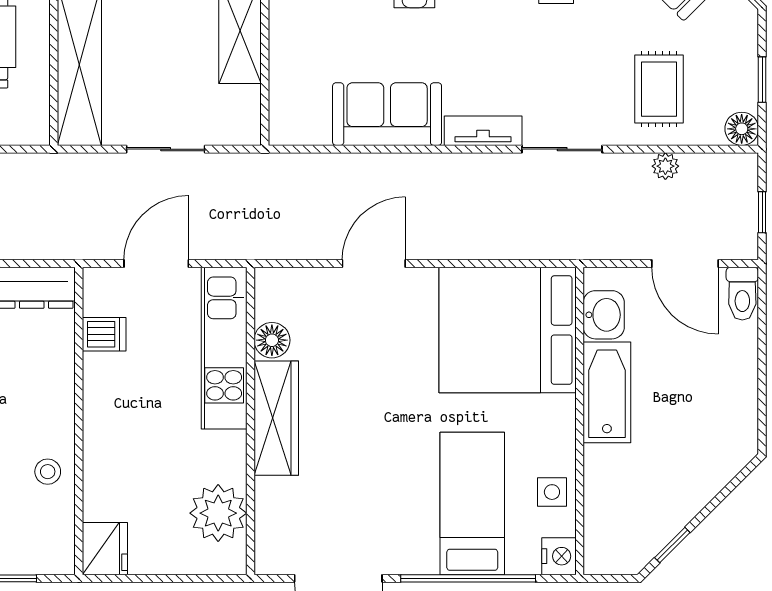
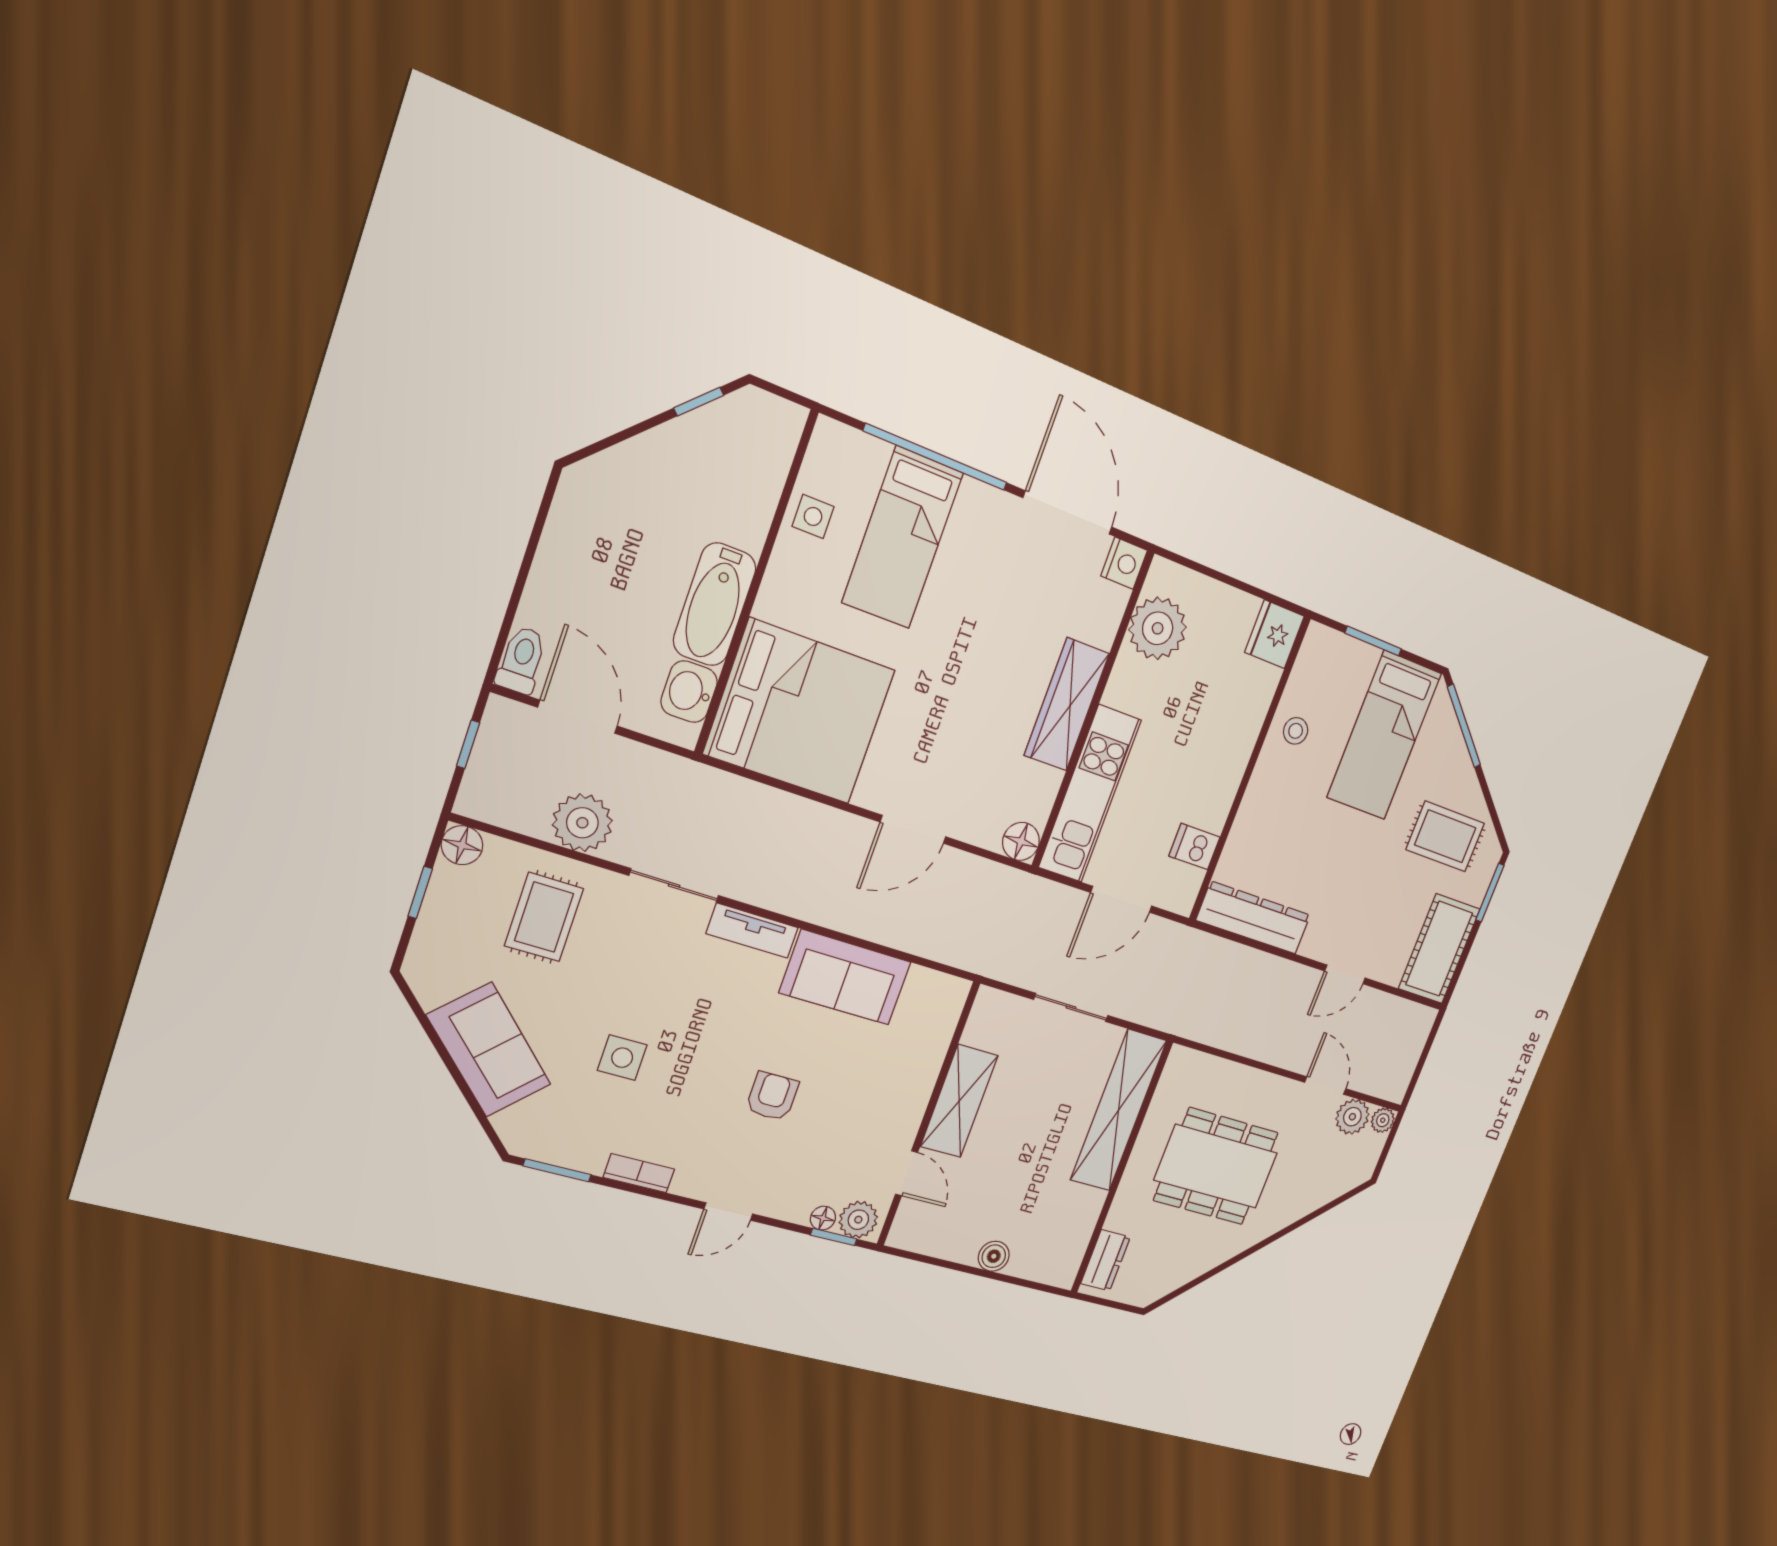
plant: (665, 166) -> (582, 823), width x1.88, depth x1.88
floor lamp: (272, 340) -> (1021, 841), moved
nightstand: (559, 556) -> (1124, 563), moved, turned 180

